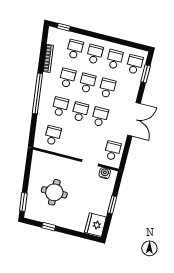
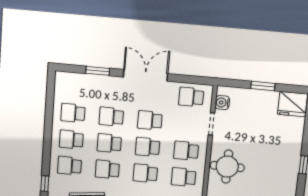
school desk: (134, 64) -> (186, 151), moved
window: (146, 74) -> (98, 71), moved
round table: (54, 192) -> (227, 167), moved

